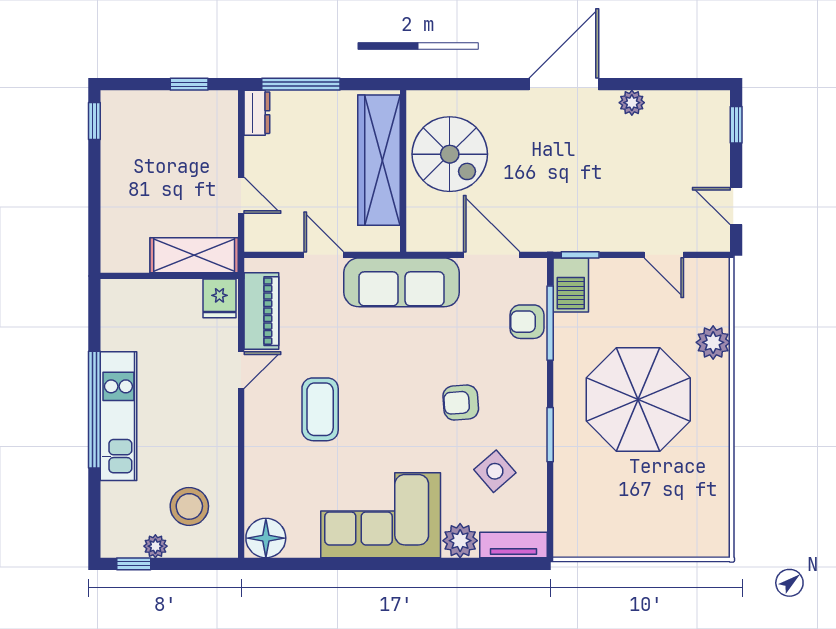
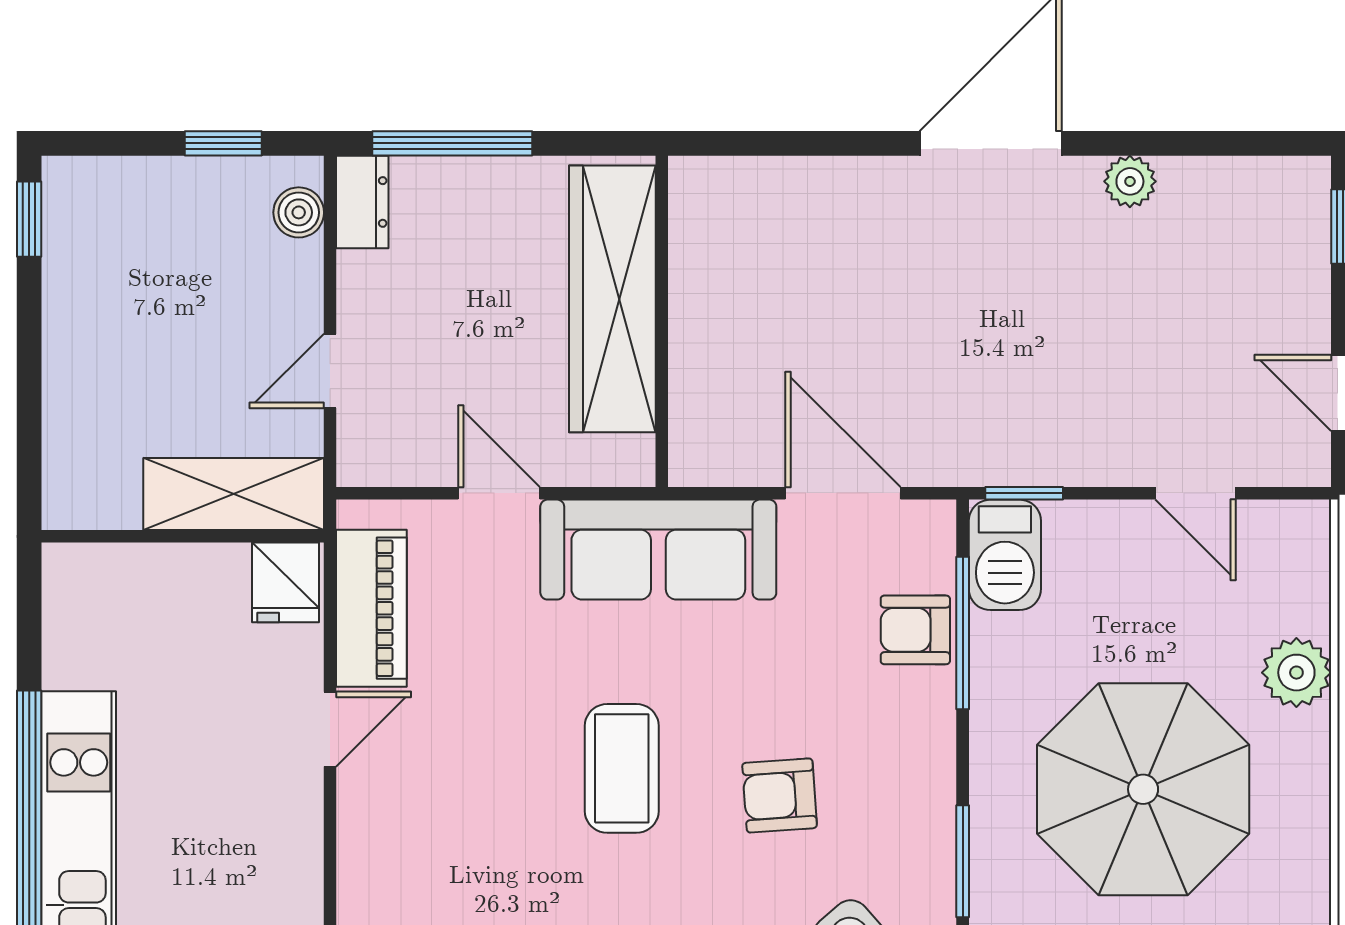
boiler: (226, 118) -> (299, 212), added
spiral stairs: (450, 154) -> (757, 287), removed
door: (241, 195) -> (330, 371), swing flipped
coffee table: (320, 409) -> (622, 768), moved

